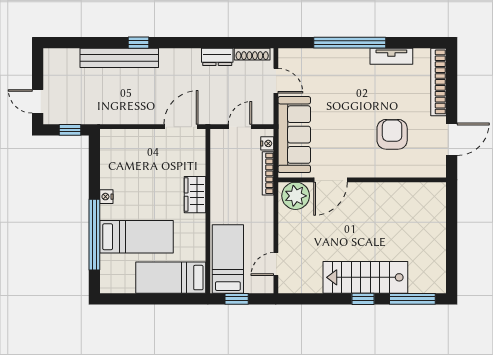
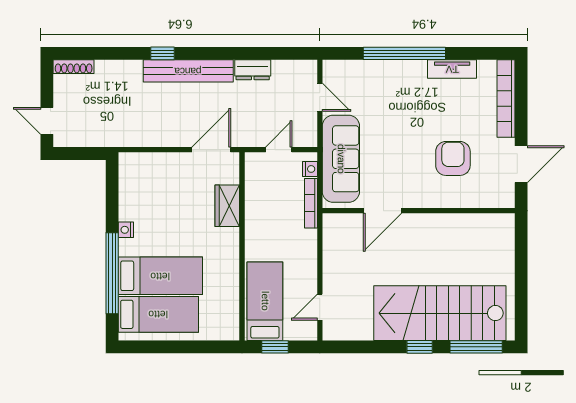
shoe rack: (252, 54) -> (74, 67), moved
bench: (119, 58) -> (188, 71), moved
window: (70, 130) -> (84, 153), removed
wardrobe: (195, 195) -> (227, 206), moved
plant: (296, 196) -> (342, 229), removed
stairs: (365, 277) -> (440, 313), width x1.36, depth x1.51
bed: (171, 278) -> (158, 314), moved, turned 180

